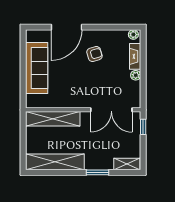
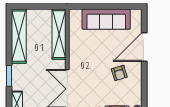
door: (67, 27) -> (144, 47), hinge flipped

